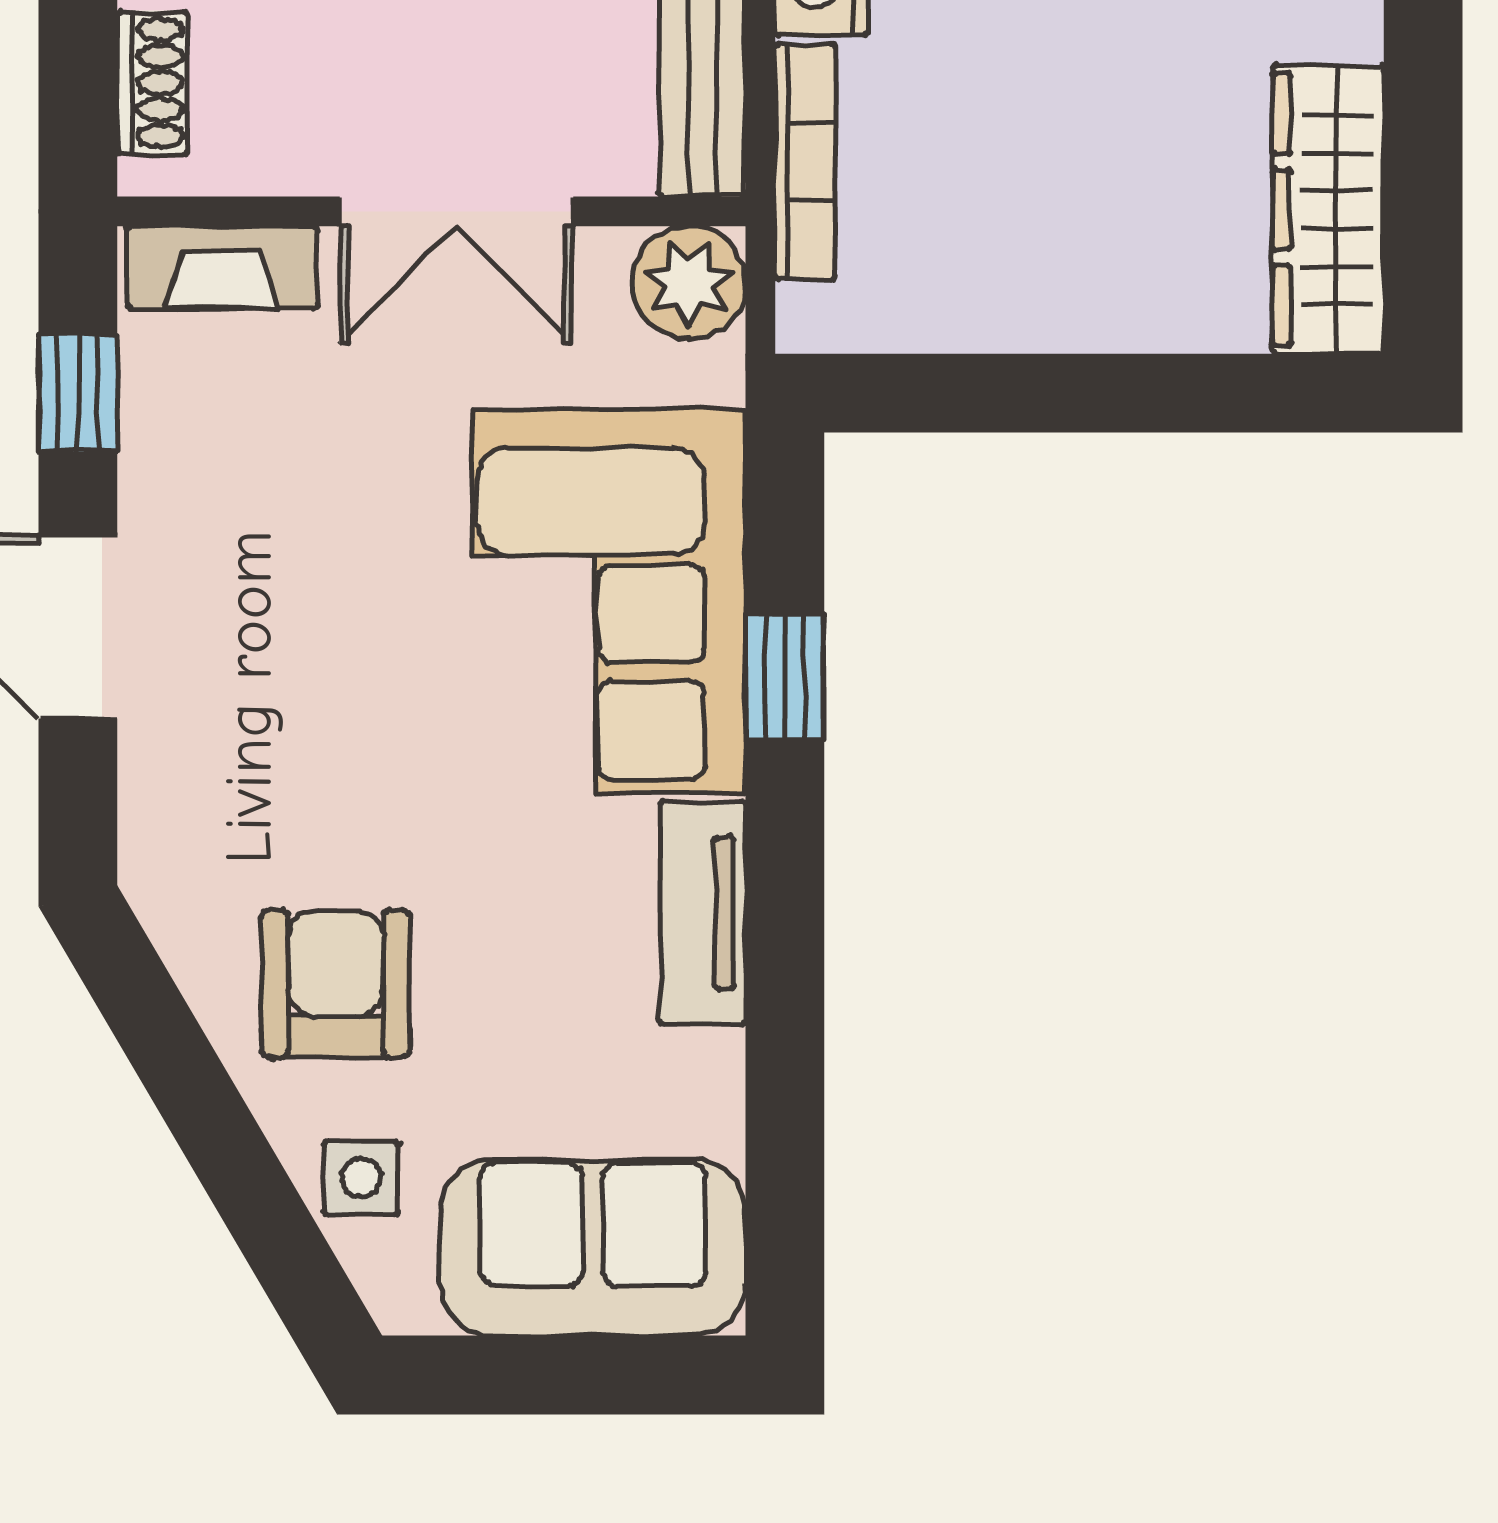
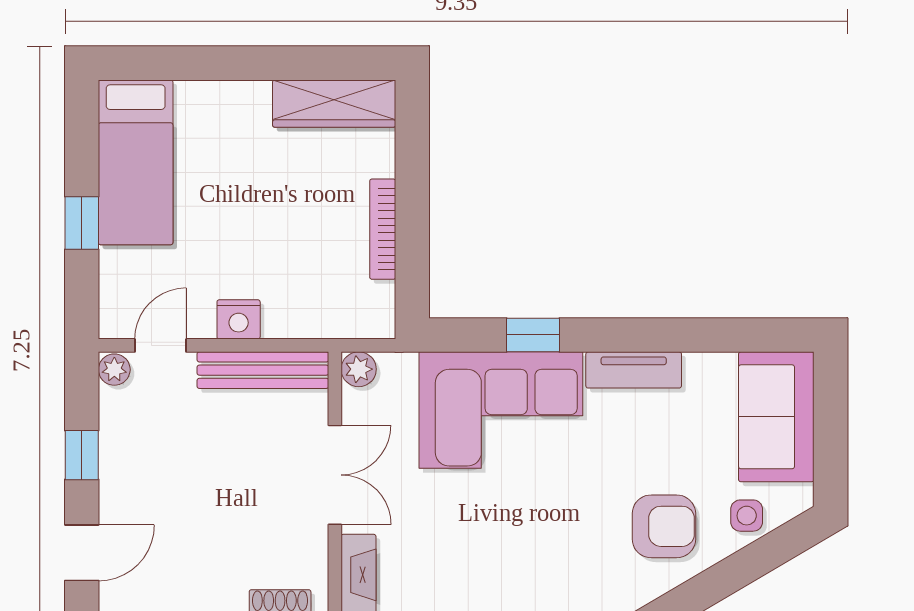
bookcase: (805, 162) -> (383, 229), moved, turned -90
plant: (689, 283) -> (359, 369), width x0.73, depth x0.73
armchair: (336, 984) -> (664, 526), turned 180

